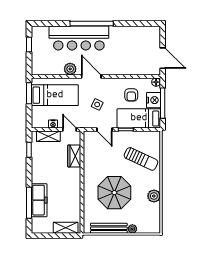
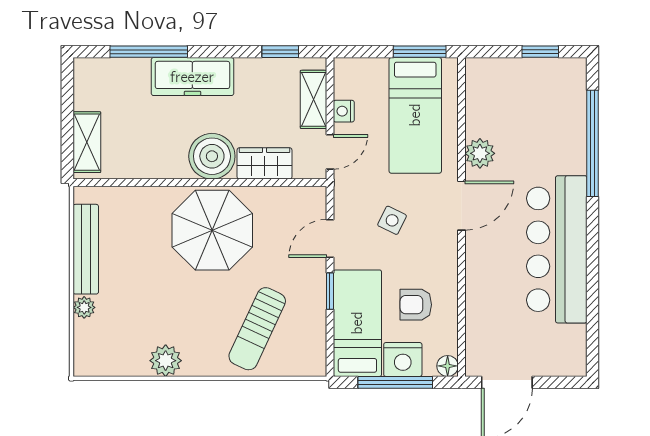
window: (92, 23) -> (593, 143), moved
bar counter: (79, 38) -> (557, 249), moved
boiler: (71, 177) -> (212, 156), added
parasol: (114, 193) -> (212, 230), moved
freezer: (39, 200) -> (192, 77), moved

